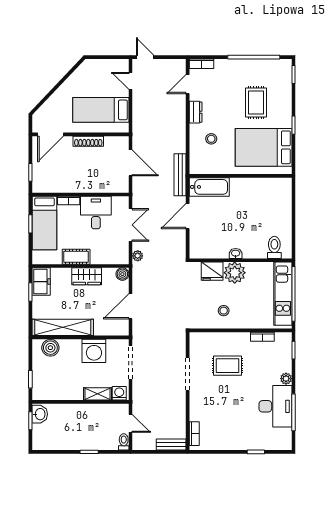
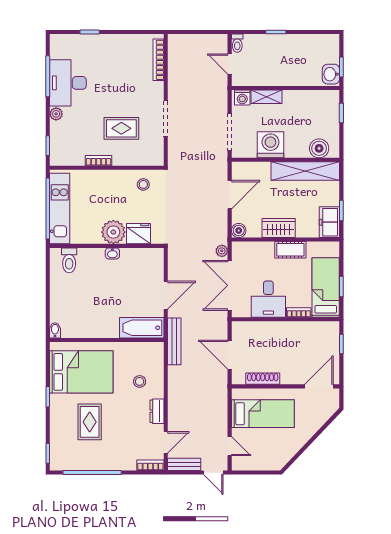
shoe rack: (88, 141) -> (263, 379), moved
bidet: (287, 185) -> (55, 330), added
double door: (131, 225) -> (230, 285), width x1.37
stool: (224, 311) -> (143, 184), moved
bookcase: (262, 337) -> (98, 161), moved
bookcase: (194, 434) -> (159, 60), width x1.56
bench: (171, 445) -> (184, 464), moved

